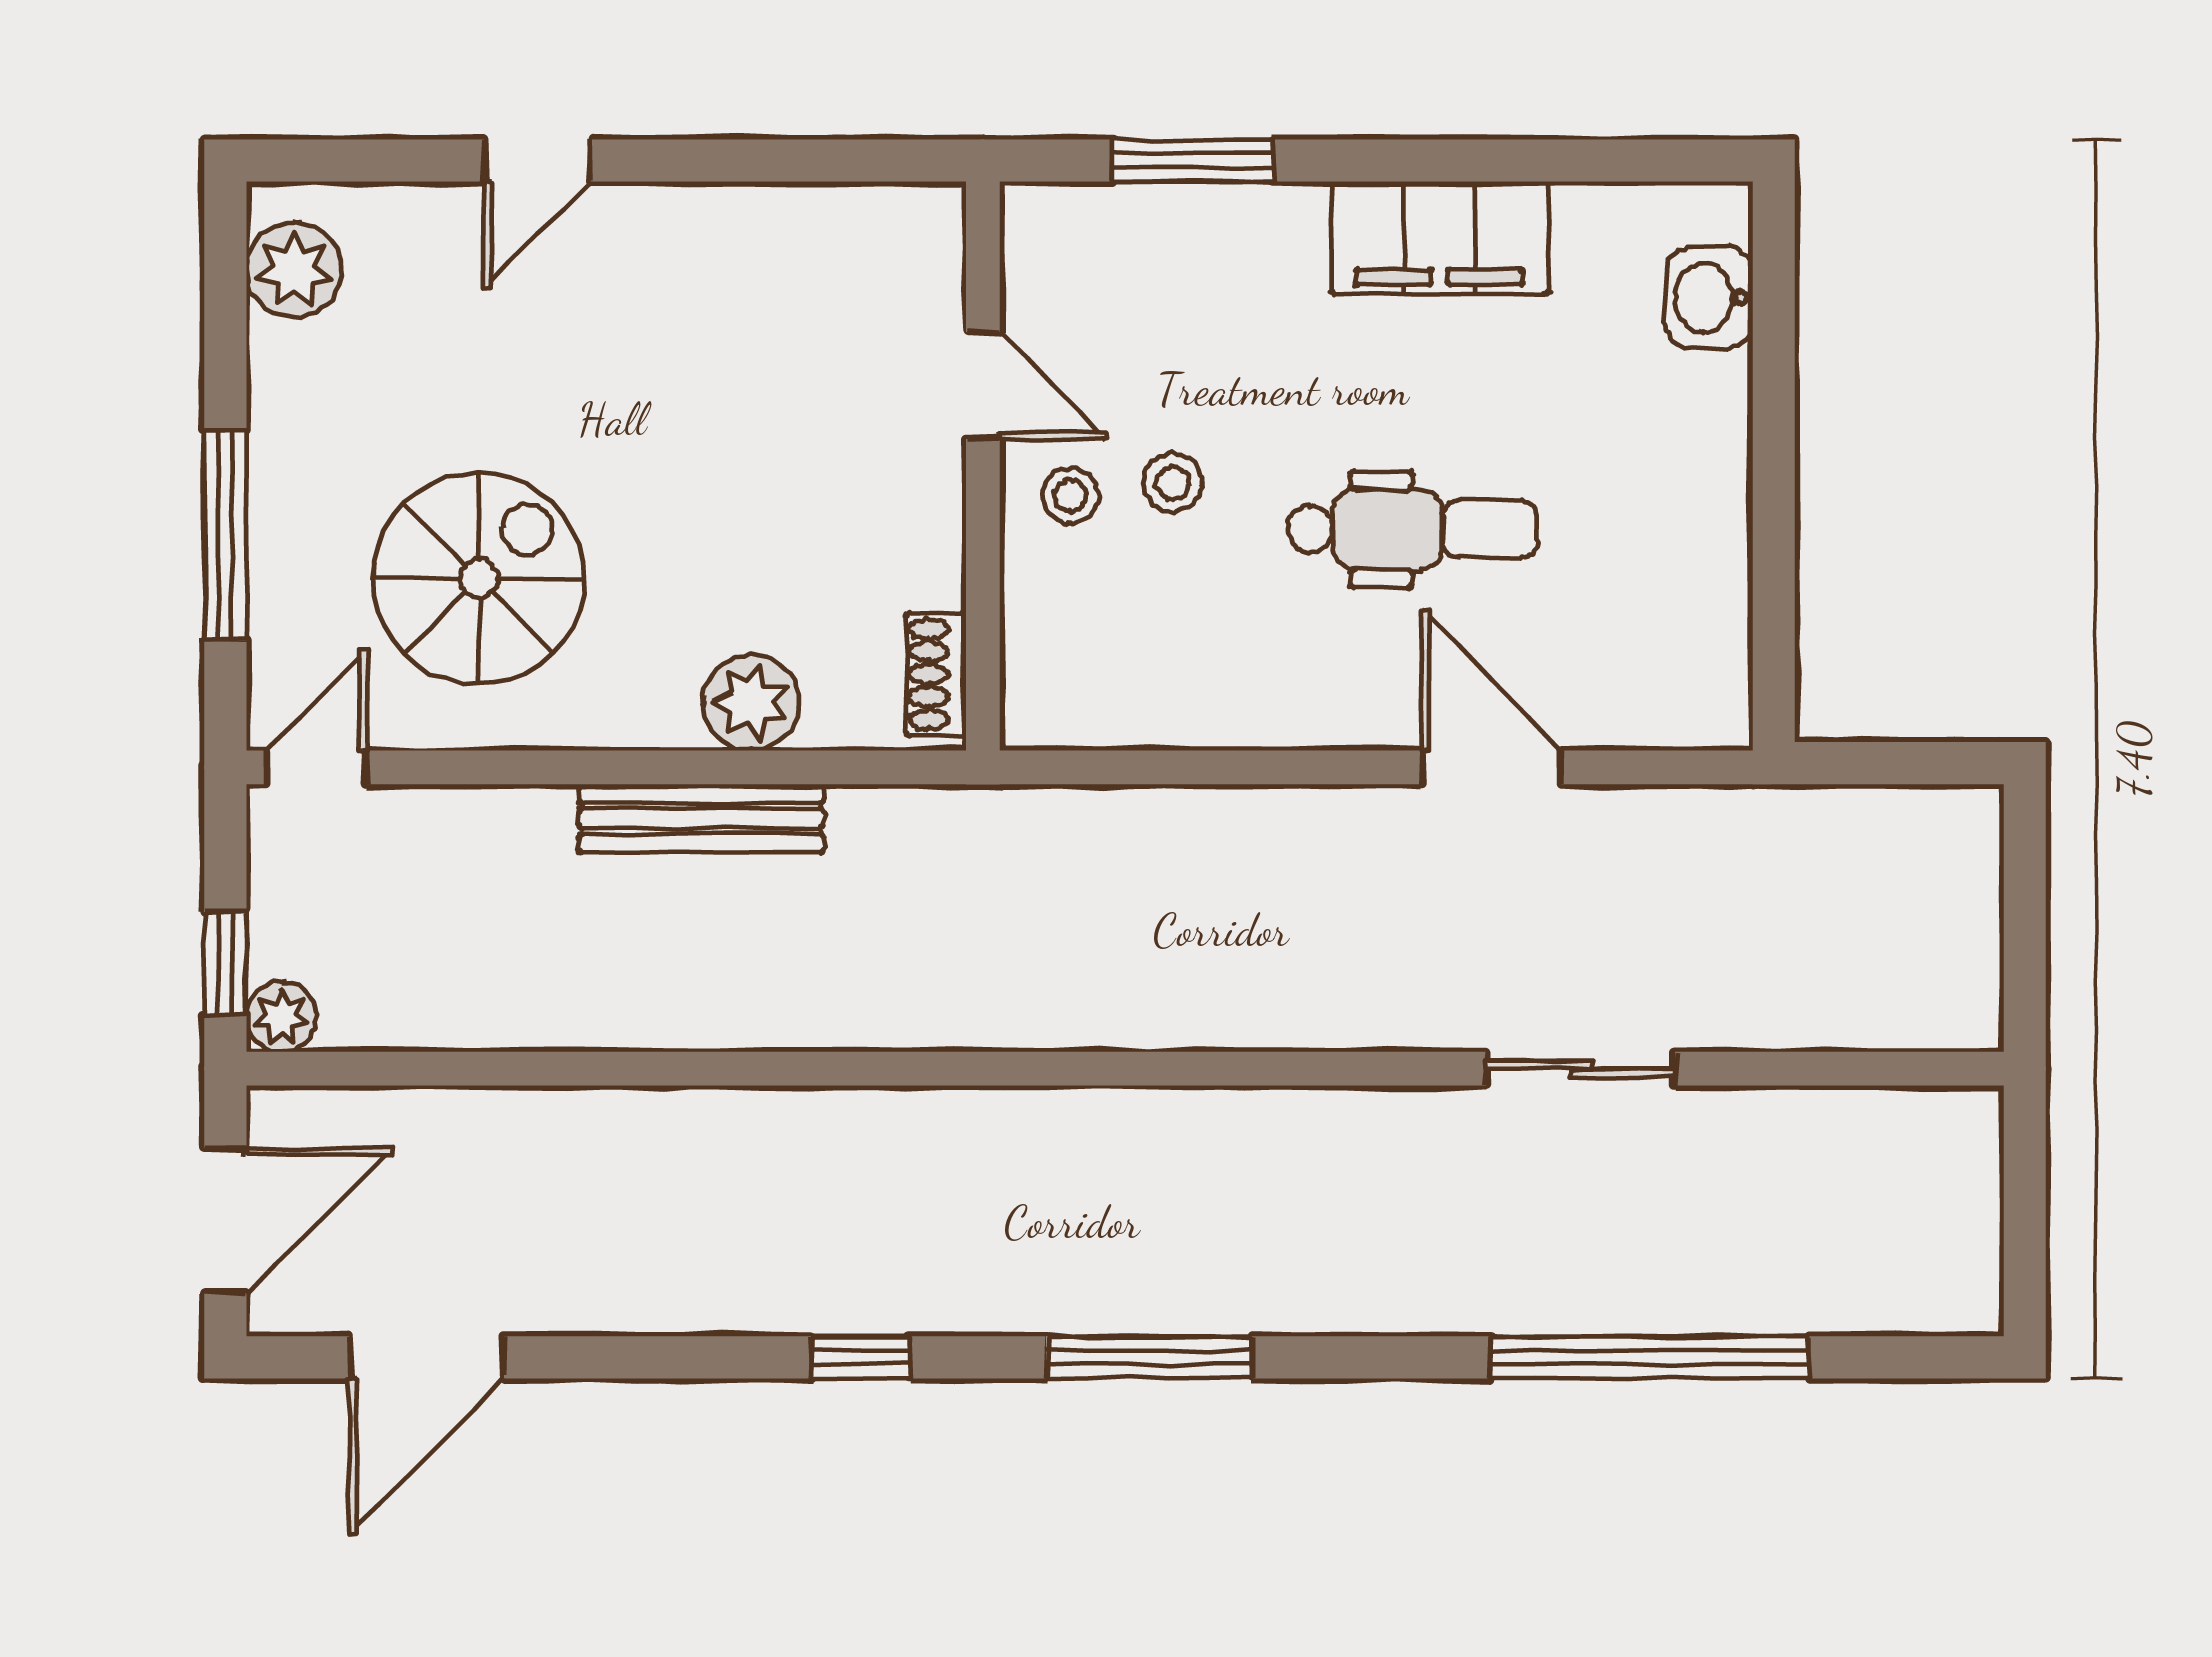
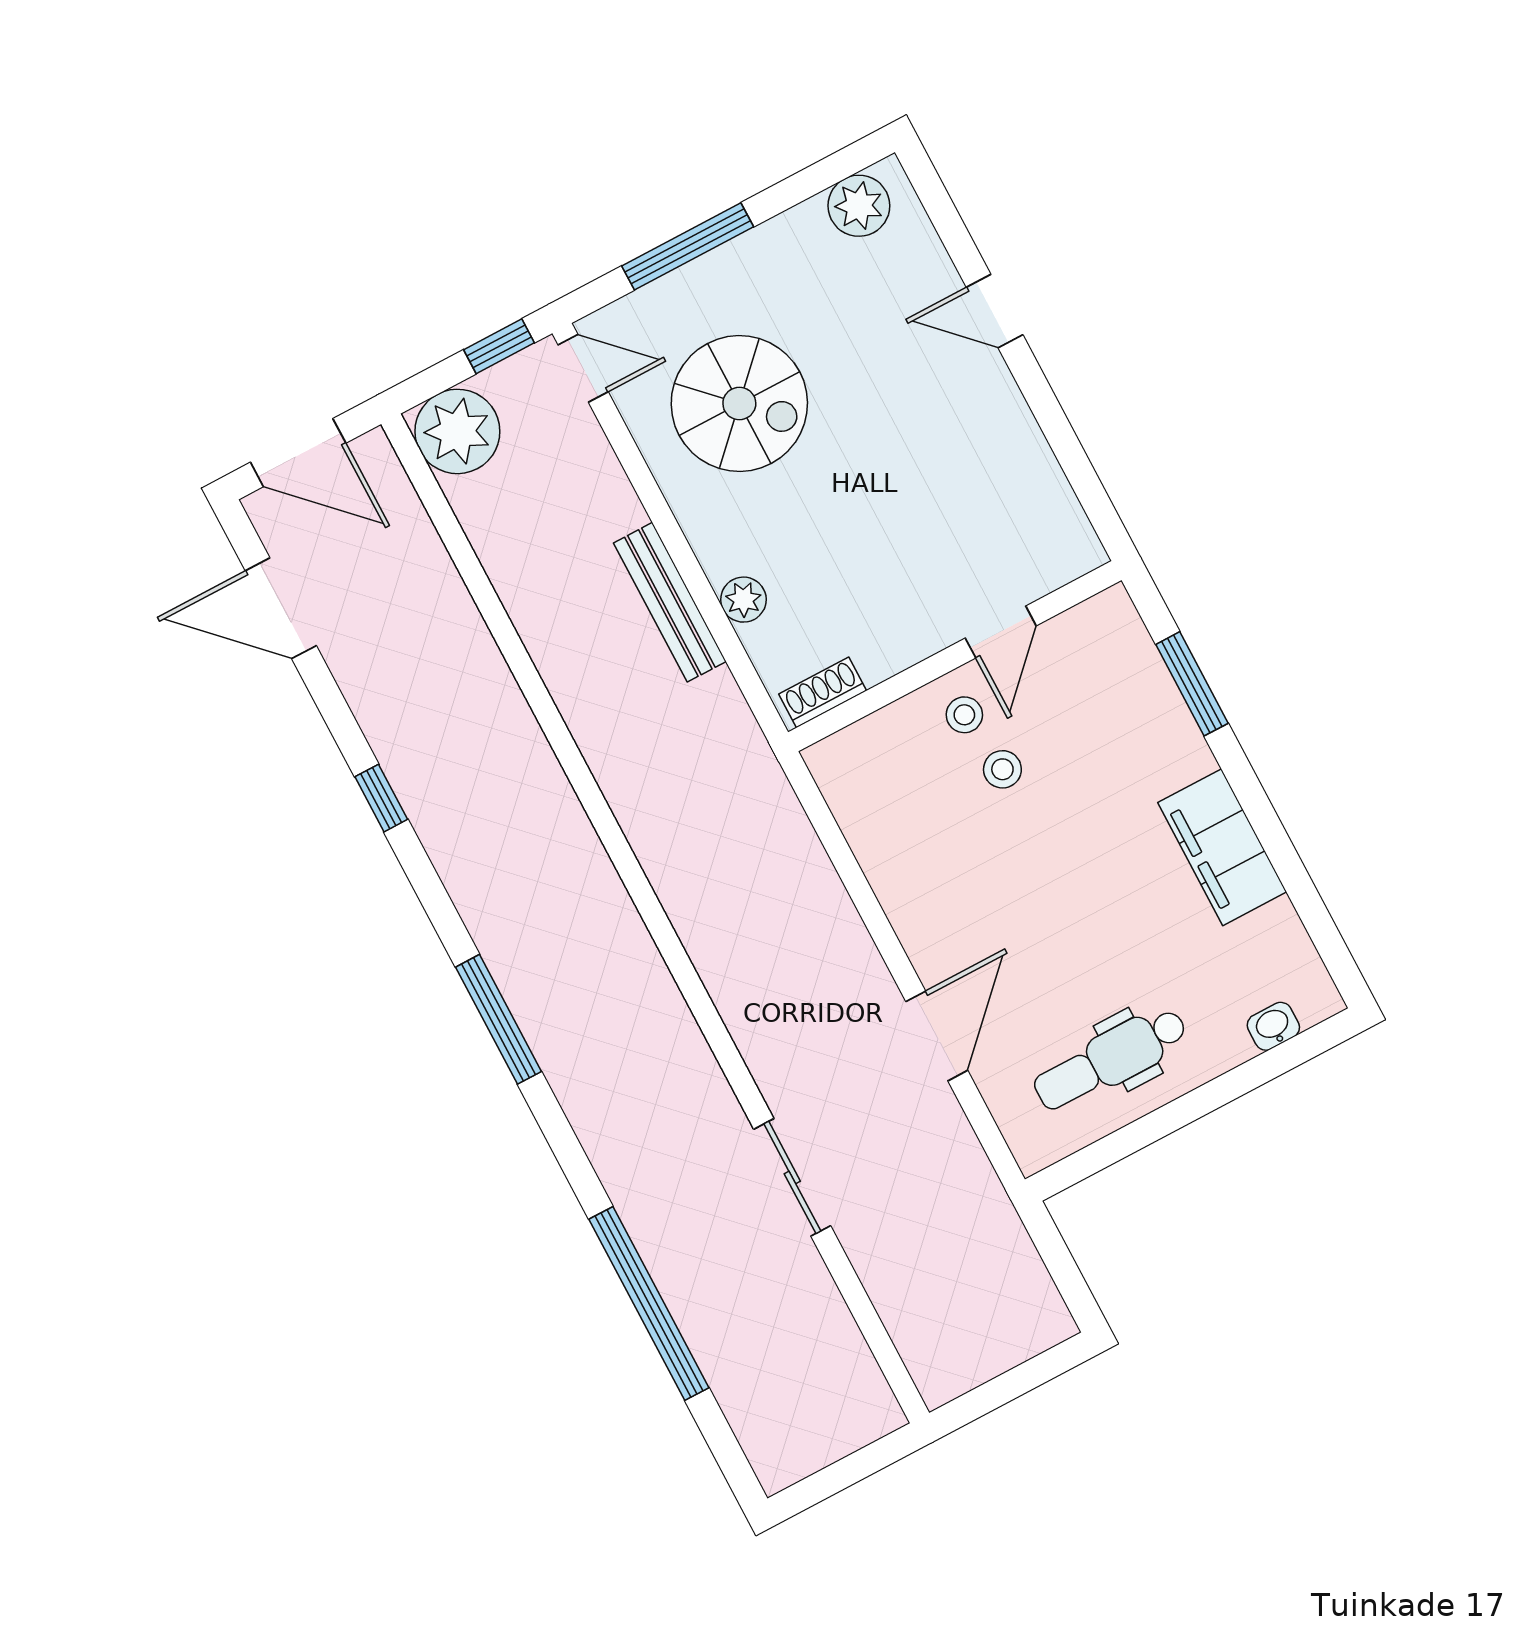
washbasin: (1710, 298) -> (1273, 1026), width x0.72, depth x0.69
dental chair: (1412, 529) -> (1110, 1059), moved, turned 90
plant: (751, 702) -> (743, 600), width x0.73, depth x0.73
window: (225, 962) -> (499, 346), moved
plant: (281, 1017) -> (457, 431), width x1.88, depth x1.88
window: (861, 1357) -> (381, 798), moved

